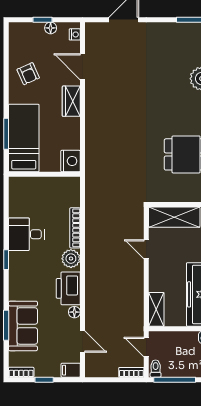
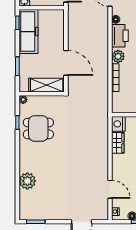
wardrobe: (71, 101) -> (118, 143), moved
door: (146, 249) -> (66, 63), width x1.88
shelving: (156, 309) -> (59, 21), removed

